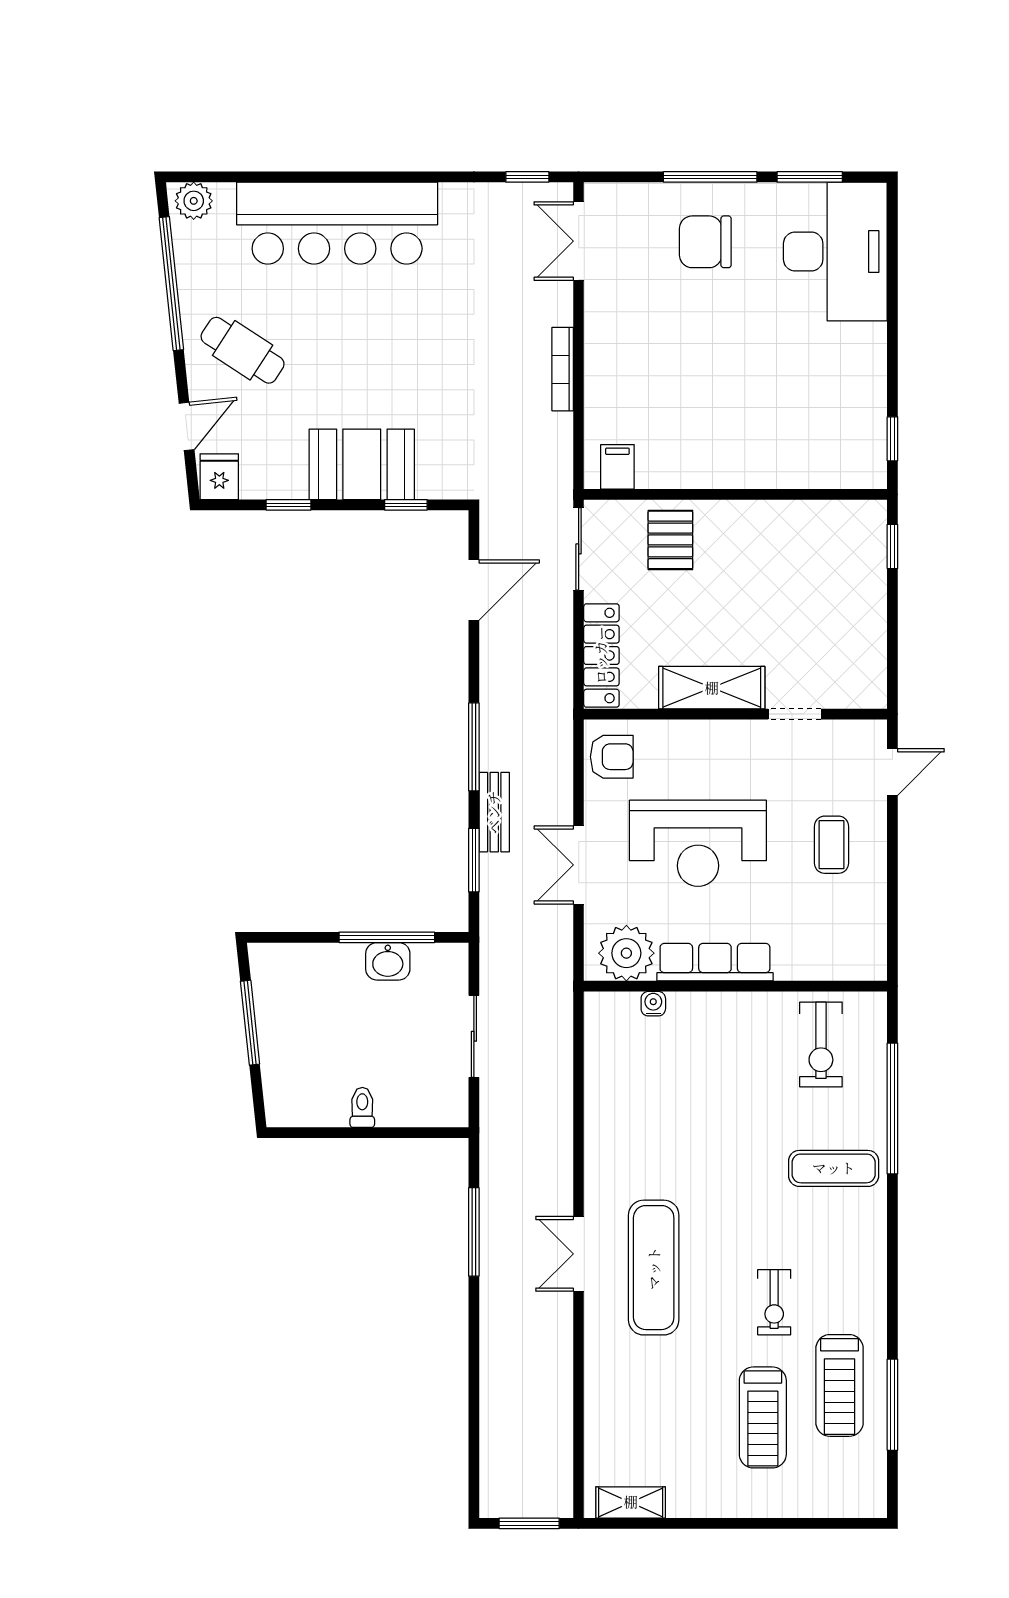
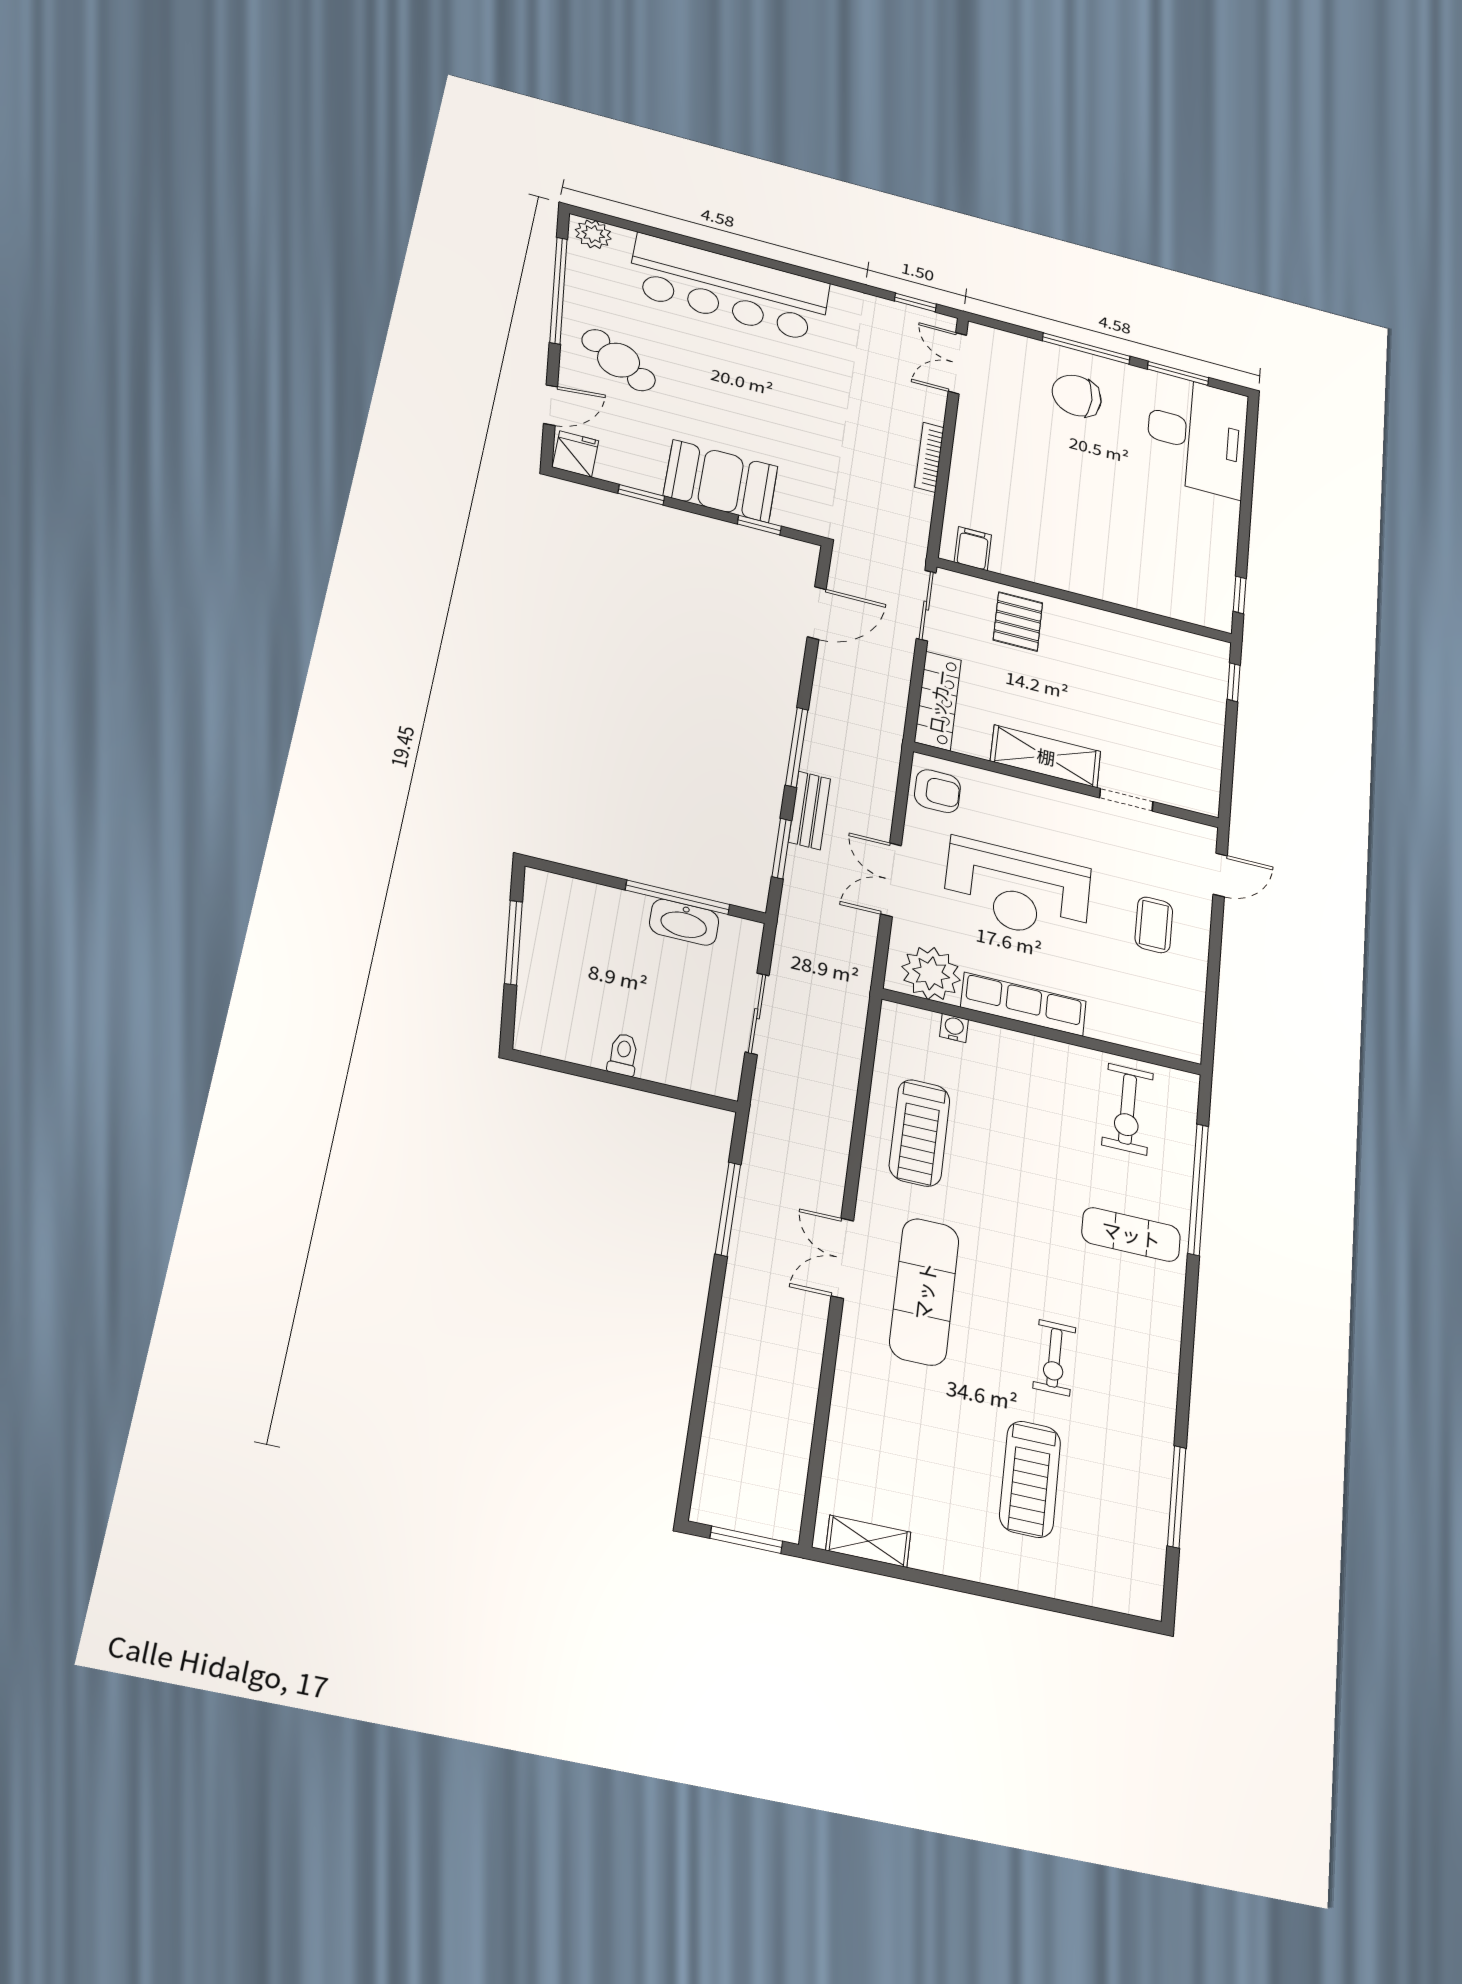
washbasin: (388, 961) -> (684, 922), width x1.38
treadmill: (840, 1385) -> (920, 1133), moved

